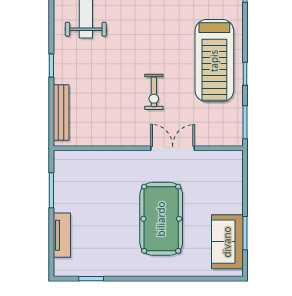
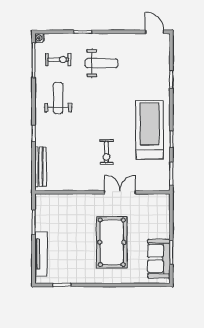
treadmill: (214, 61) -> (150, 130), turned 180
tv unit: (62, 235) -> (41, 254), width x1.41

